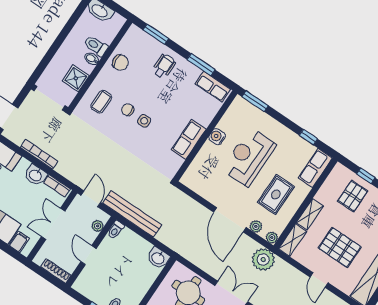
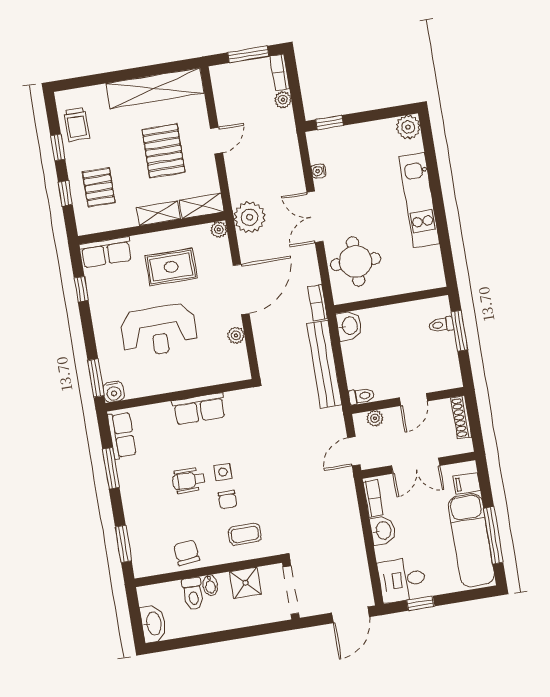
wheelchair: (164, 66) -> (189, 480), moved
water cooler: (217, 137) -> (114, 392), moved
bookcase: (39, 154) -> (318, 302), moved, width x0.64
pallet: (353, 196) -> (99, 187), turned 90
bench: (132, 214) -> (324, 364), moved
plant: (256, 226) -> (236, 335), moved

